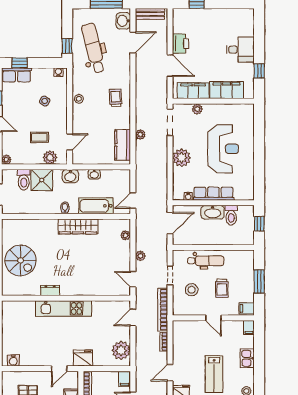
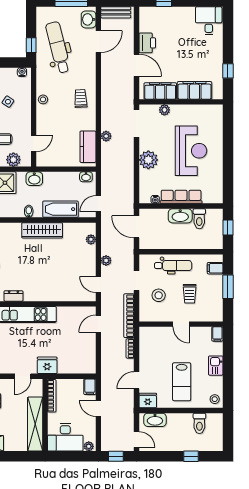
desk: (240, 50) -> (209, 21), moved, turned -90
washbasin: (94, 174) -> (86, 177), moved
door: (170, 223) -> (136, 227), swing flipped
filing cabinet: (247, 308) -> (215, 268), moved
plant: (121, 350) -> (86, 358), removed

